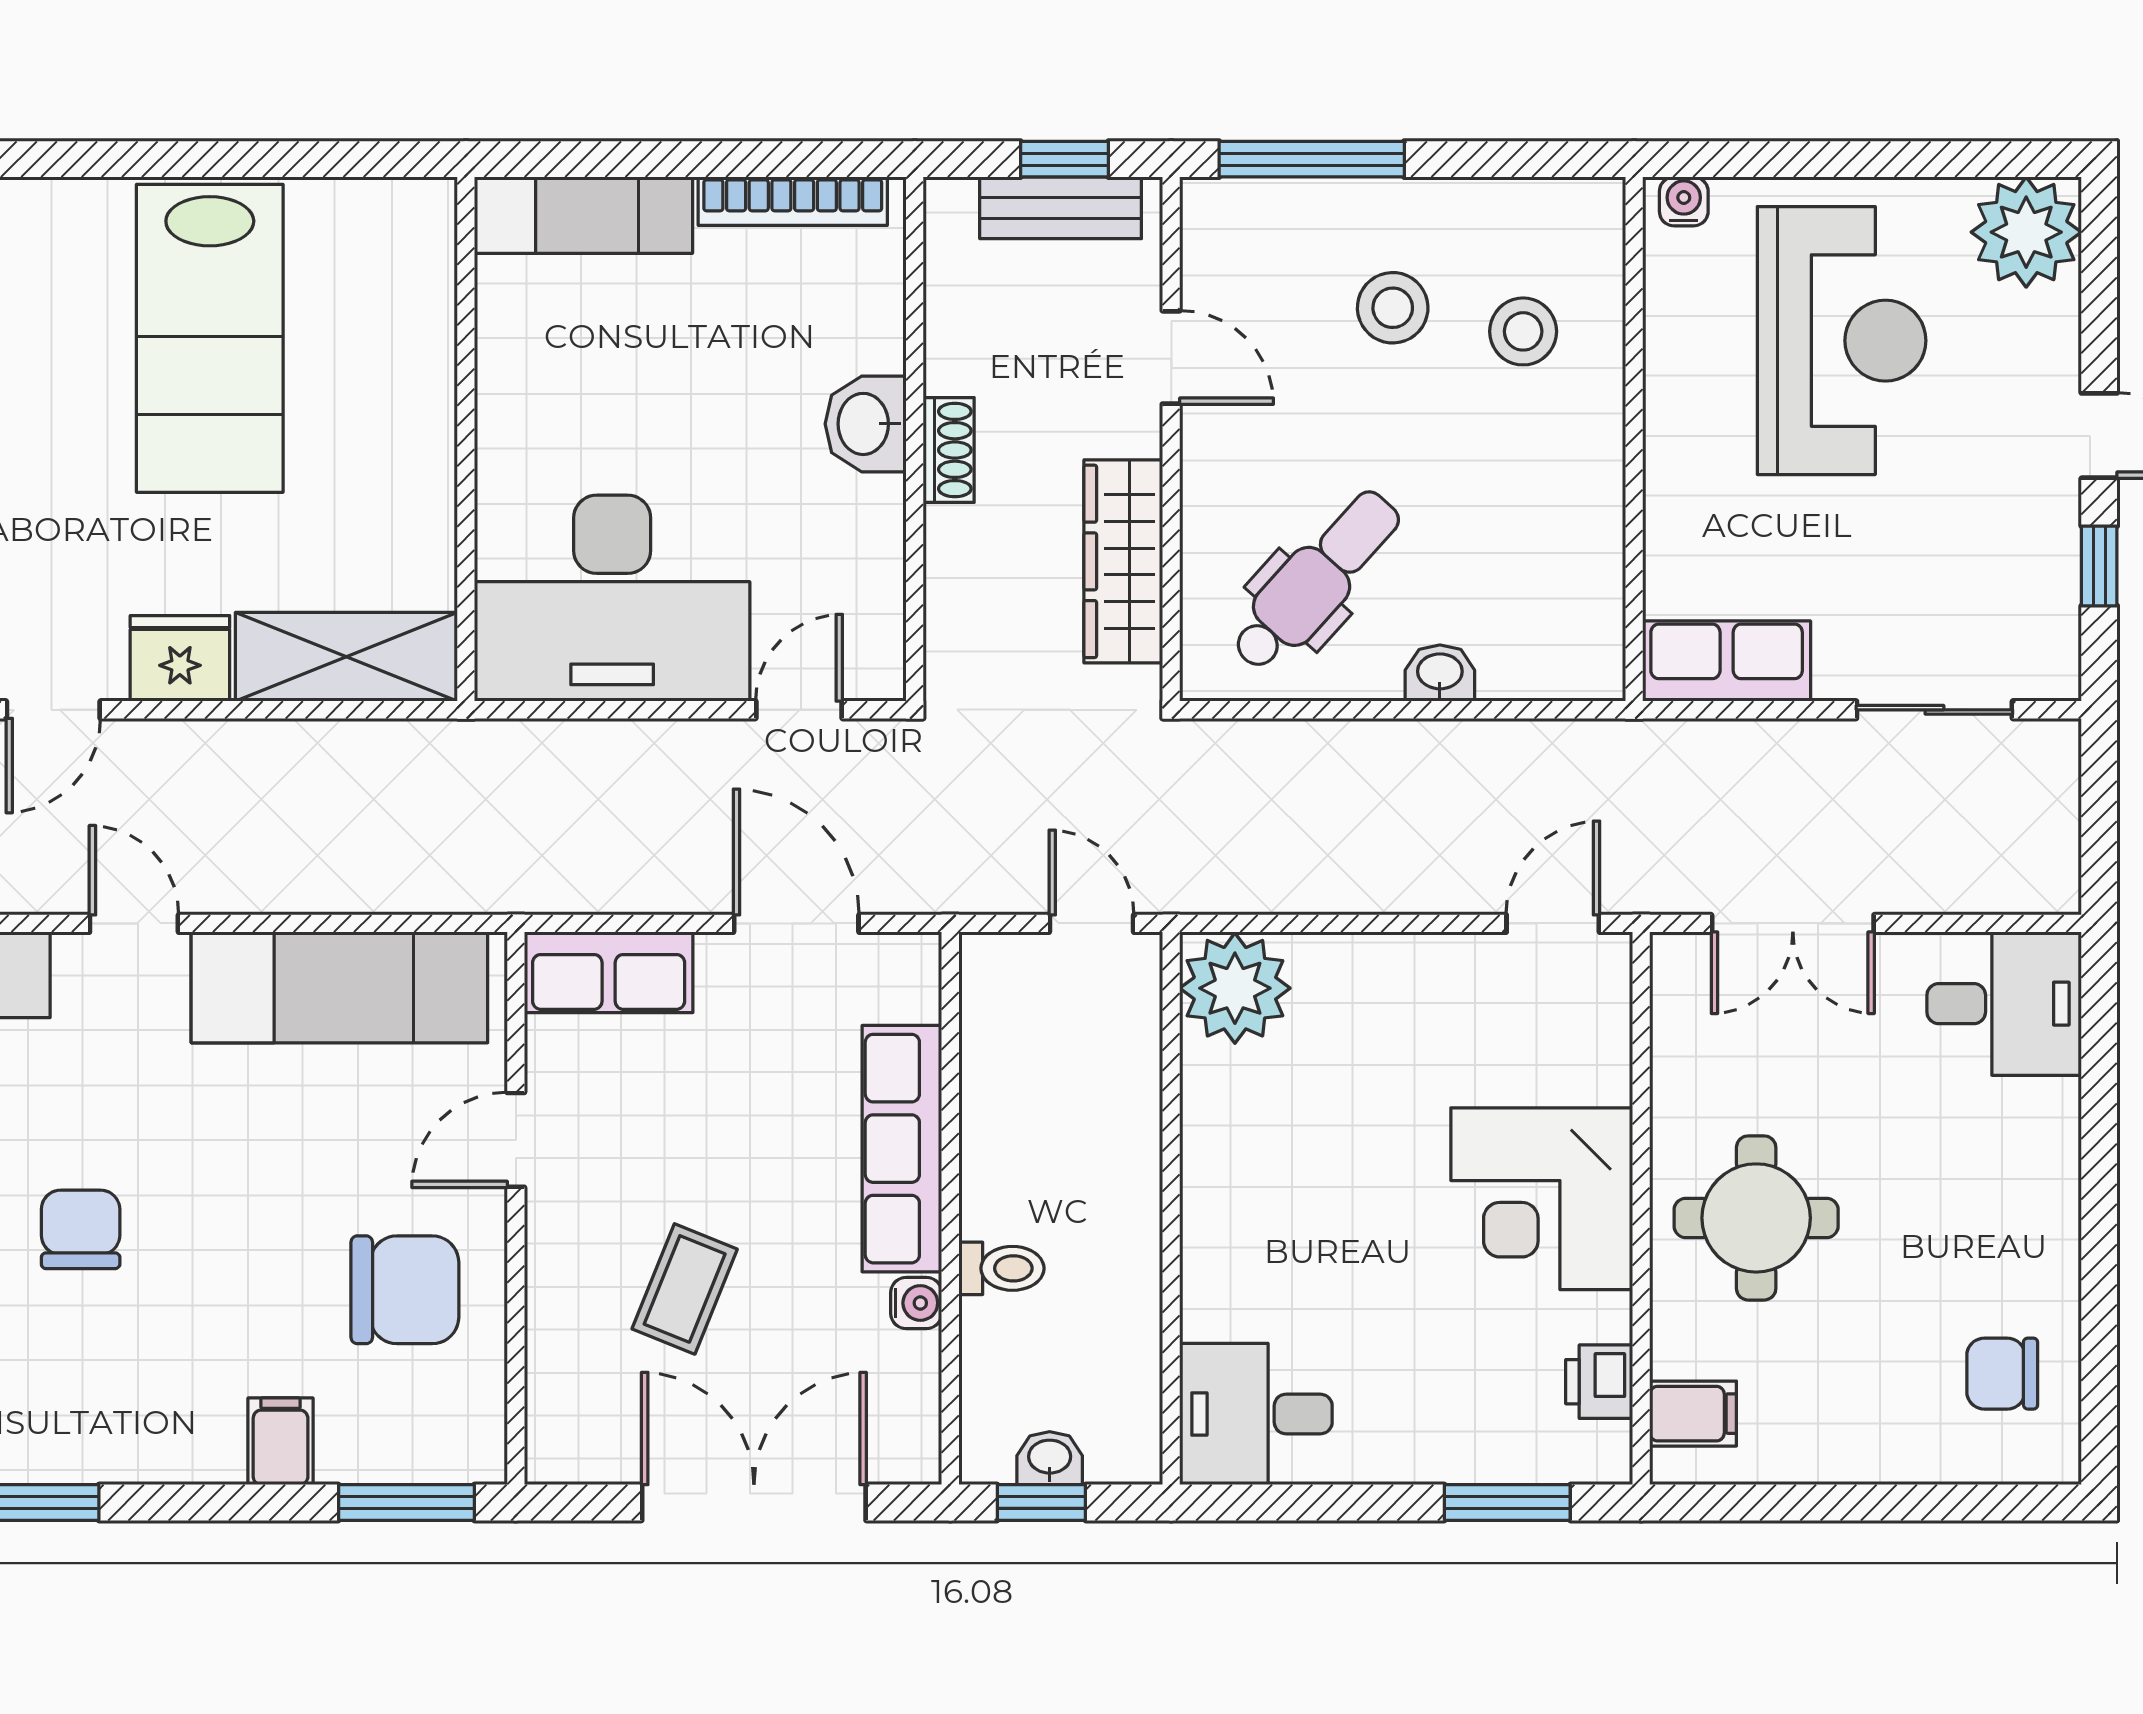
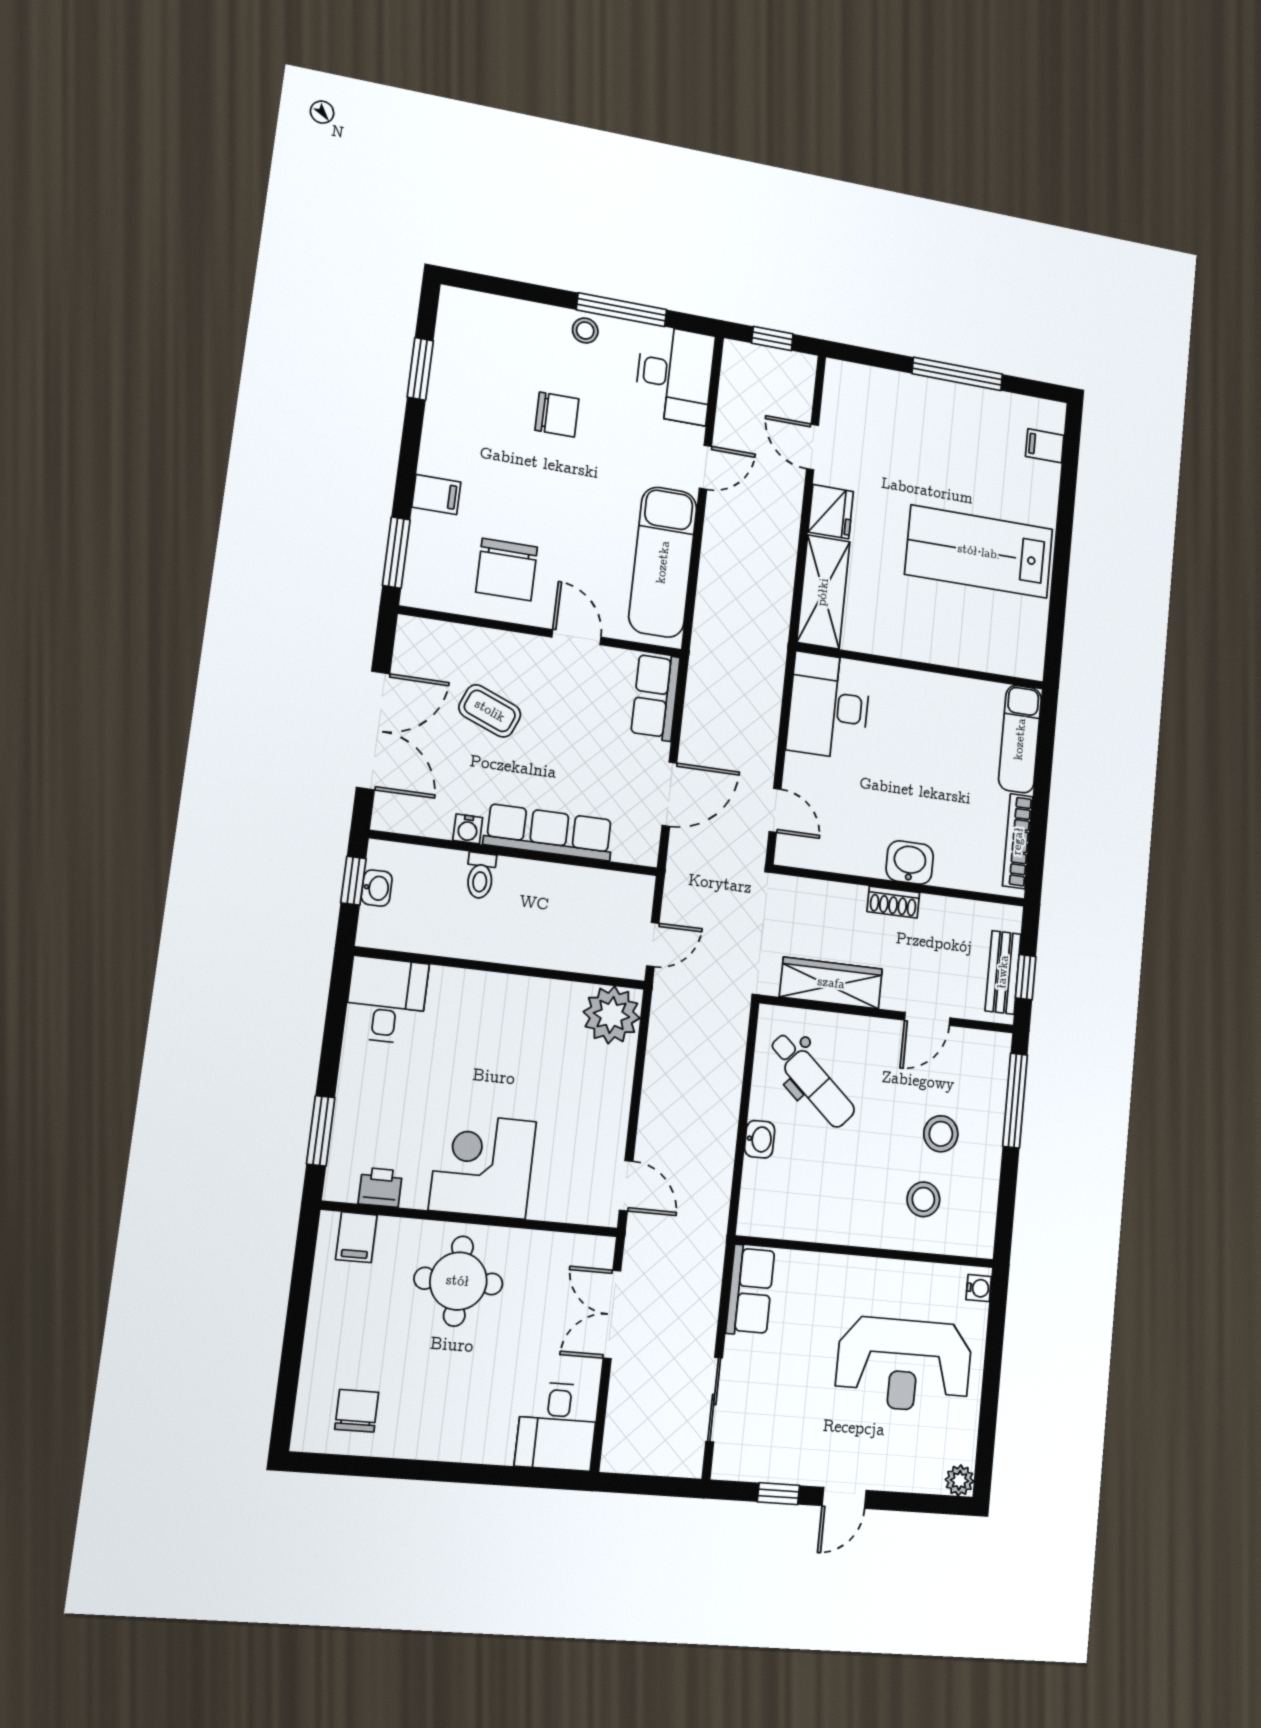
plant: (2026, 232) -> (959, 1480), width x0.53, depth x0.53
desk: (612, 598) -> (829, 706), width x0.73, depth x0.77

